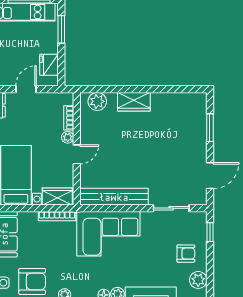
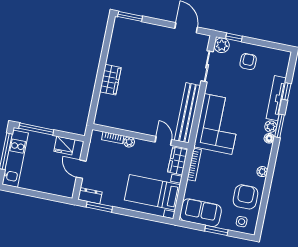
window: (61, 29) -> (36, 129), width x1.44
plant: (97, 101) -> (104, 111), removed
window: (210, 128) -> (130, 16), moved
door: (77, 154) -> (163, 141), moved
plant: (198, 280) -> (222, 45), moved

